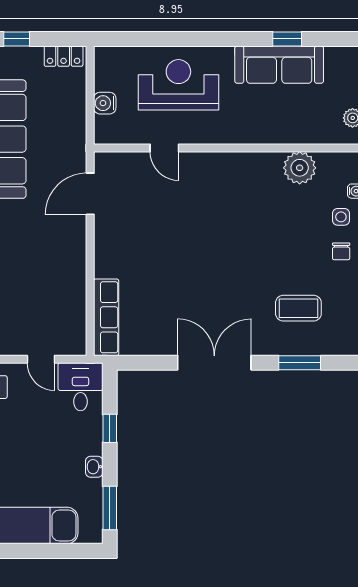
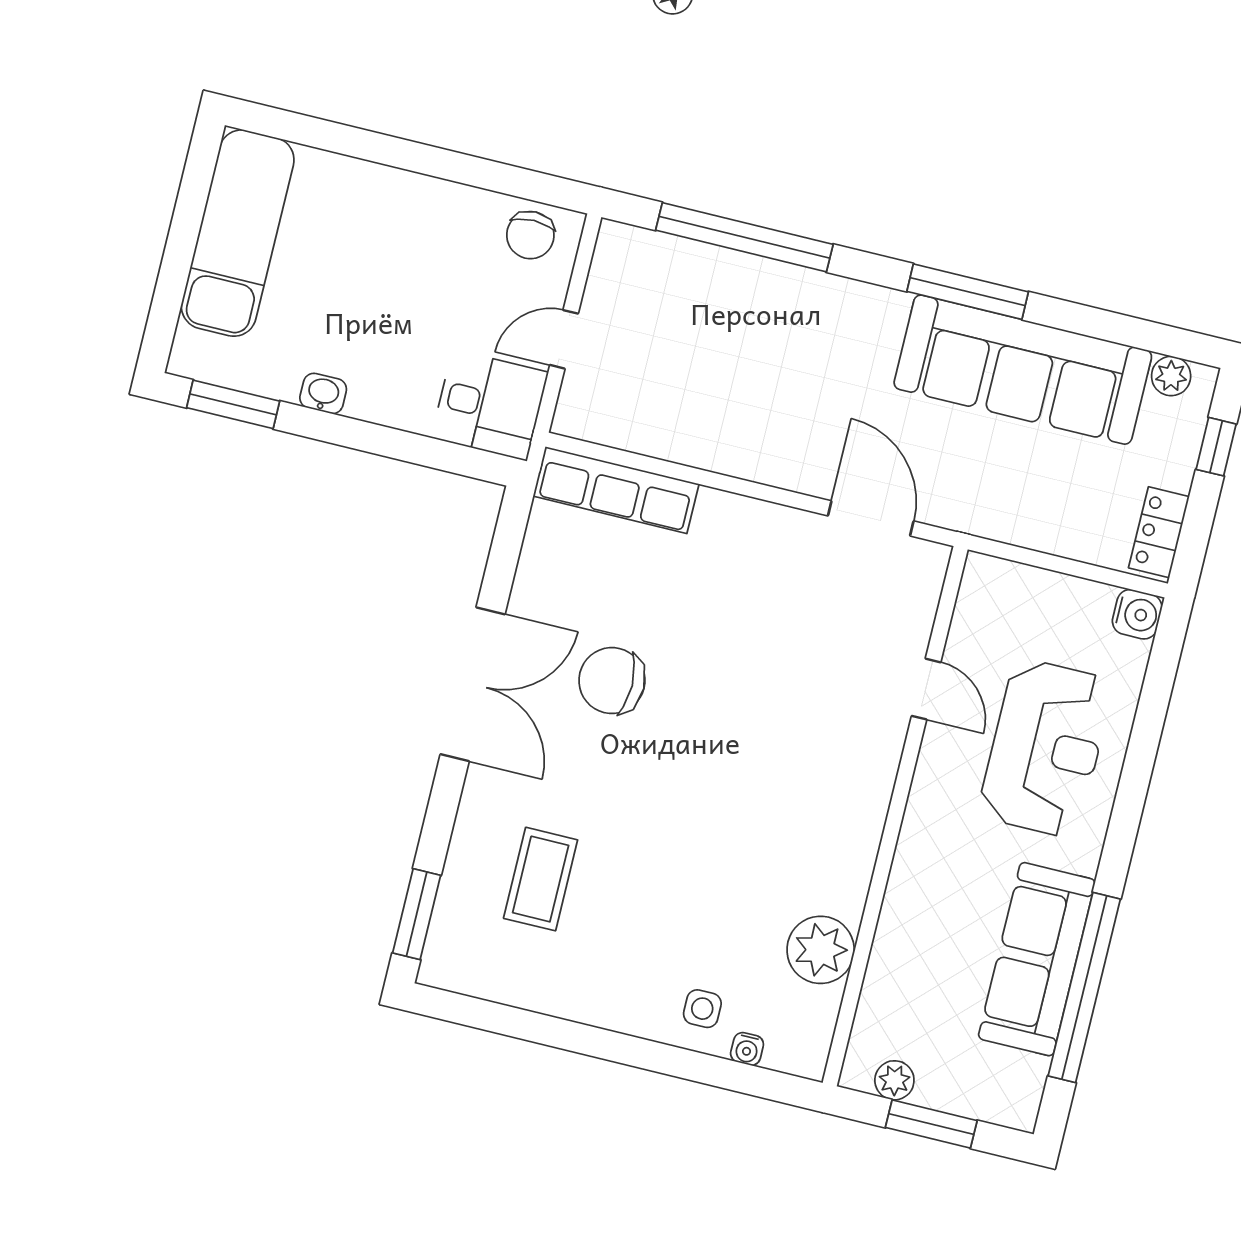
window: (287, 39) -> (1084, 987), width x3.17
water cooler: (105, 103) -> (1137, 614), moved, turned 90
door: (164, 148) -> (926, 689), swing flipped
chair: (341, 251) -> (612, 681), moved, width x1.87, depth x1.87
window: (300, 363) -> (417, 914), moved
window: (110, 428) -> (392, 443), removed

